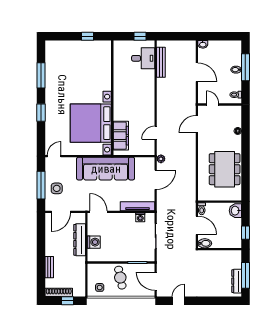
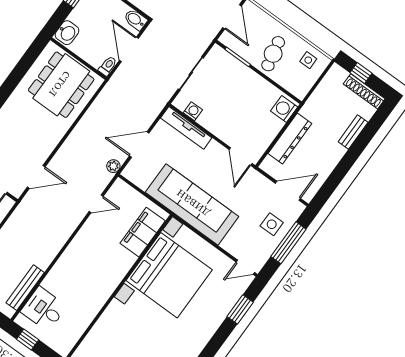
window: (41, 113) -> (240, 309), moved
dining table: (225, 169) -> (61, 85), moved
washing machine: (94, 242) -> (284, 109), moved

